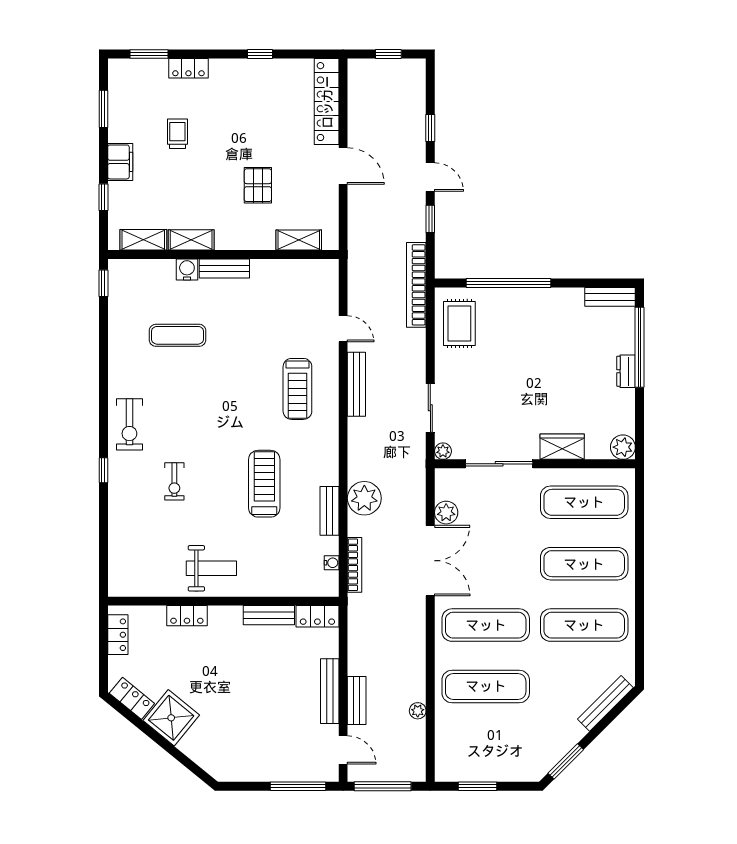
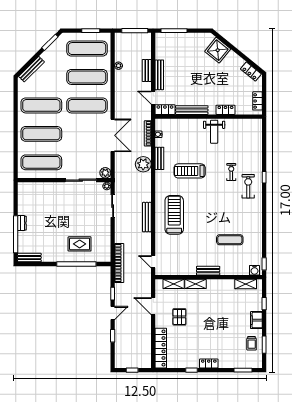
locker: (188, 68) -> (209, 363), moved
trolley: (177, 134) -> (252, 343), moved
door: (343, 166) -> (153, 306), moved
door: (430, 177) -> (113, 313), swing flipped
pallet: (258, 185) -> (179, 317), moved
shelving: (191, 240) -> (195, 284), moved
water cooler: (187, 270) -> (254, 270), moved
rug: (459, 323) -> (80, 244), moved, turned 90
door: (343, 329) -> (153, 262), moved
treadmill: (297, 389) -> (174, 215), width x1.37, depth x1.38
exercise bike: (129, 424) -> (248, 186), moved
wardrobe: (562, 447) -> (52, 188), removed
plant: (623, 447) -> (23, 188), removed
treadmill: (264, 484) -> (190, 171), turned 90
plant: (446, 513) -> (105, 173), moved
double door: (430, 561) -> (113, 135), swing flipped
weight bench: (211, 568) -> (214, 132), turned -90
bench: (269, 615) -> (192, 110), width x1.36
shower: (171, 718) -> (218, 50), moved
exercise mat: (486, 748) -> (87, 49), added
door: (343, 750) -> (153, 98), moved

